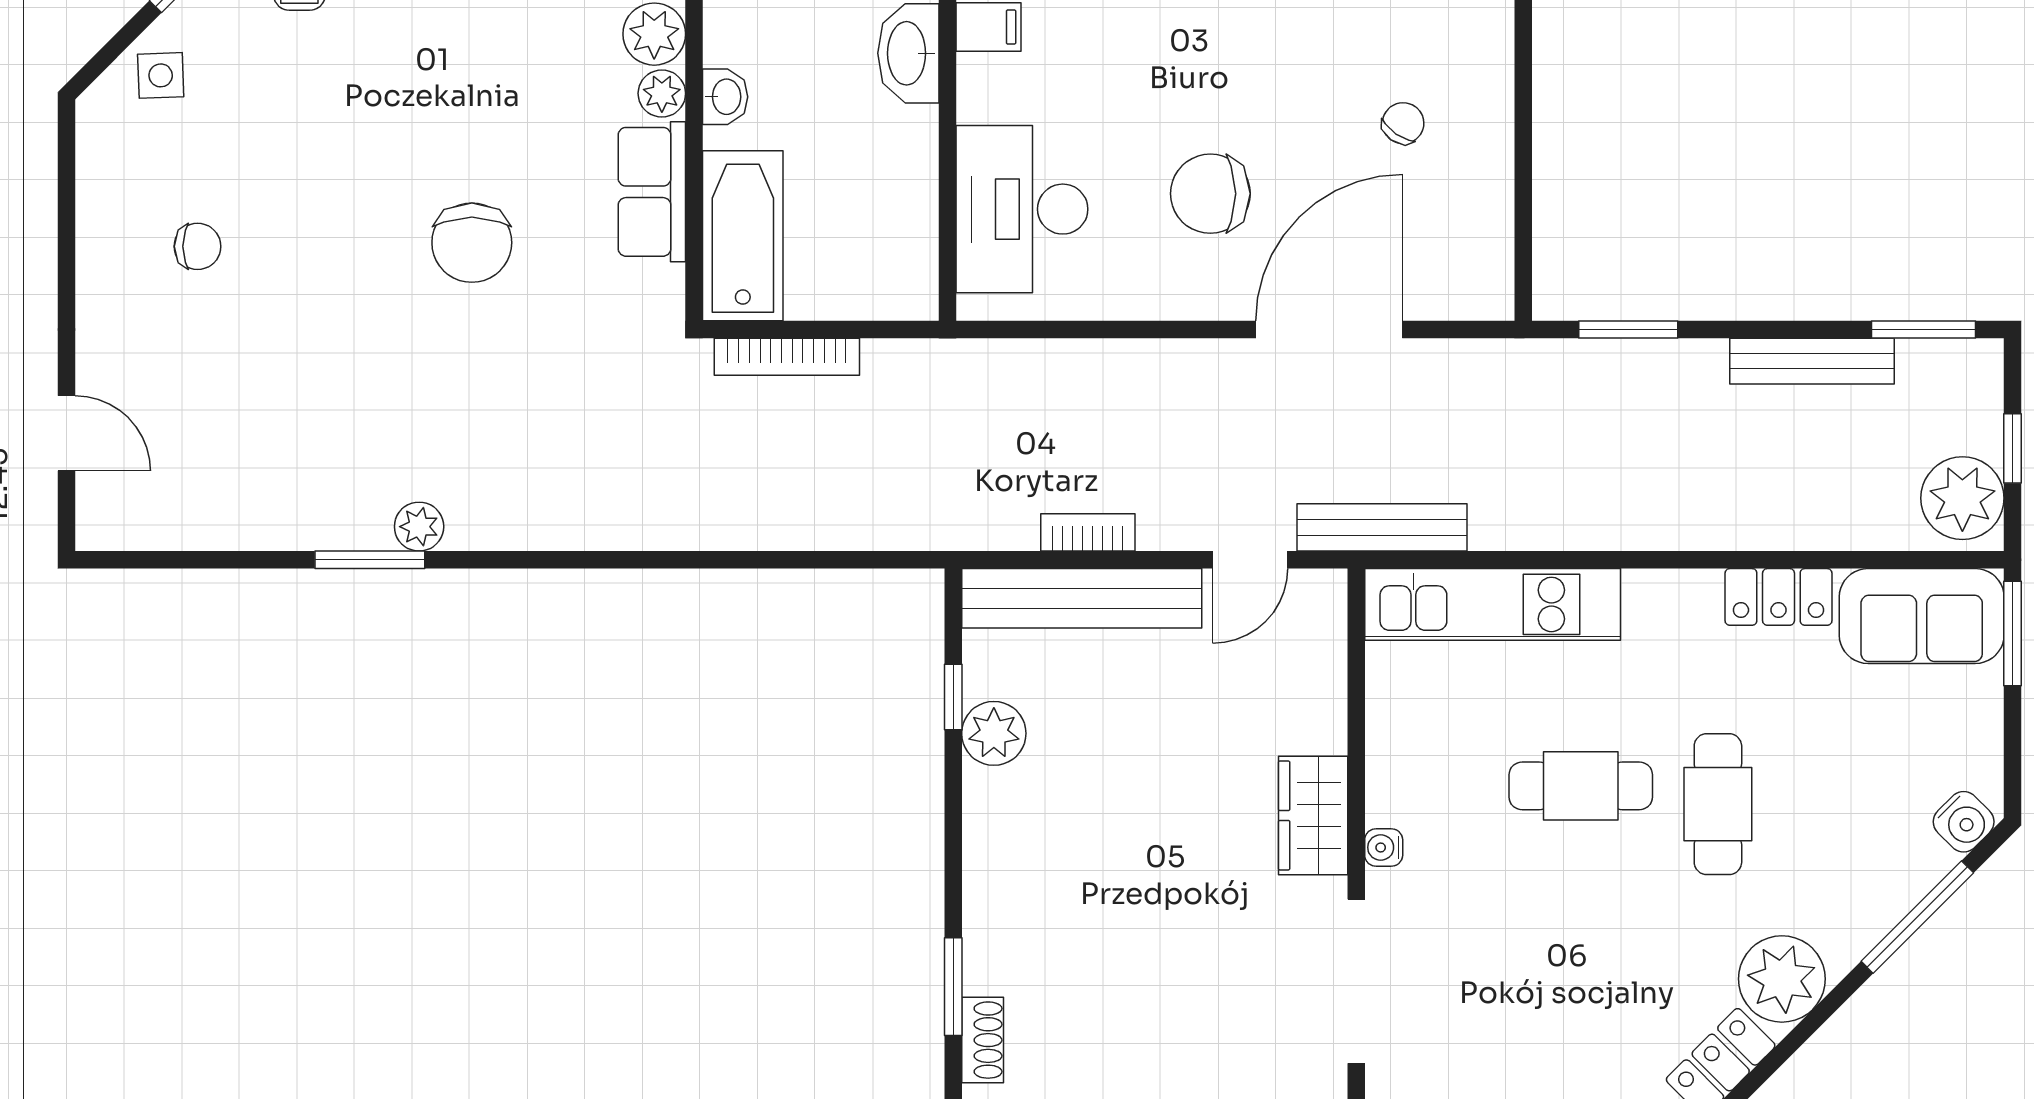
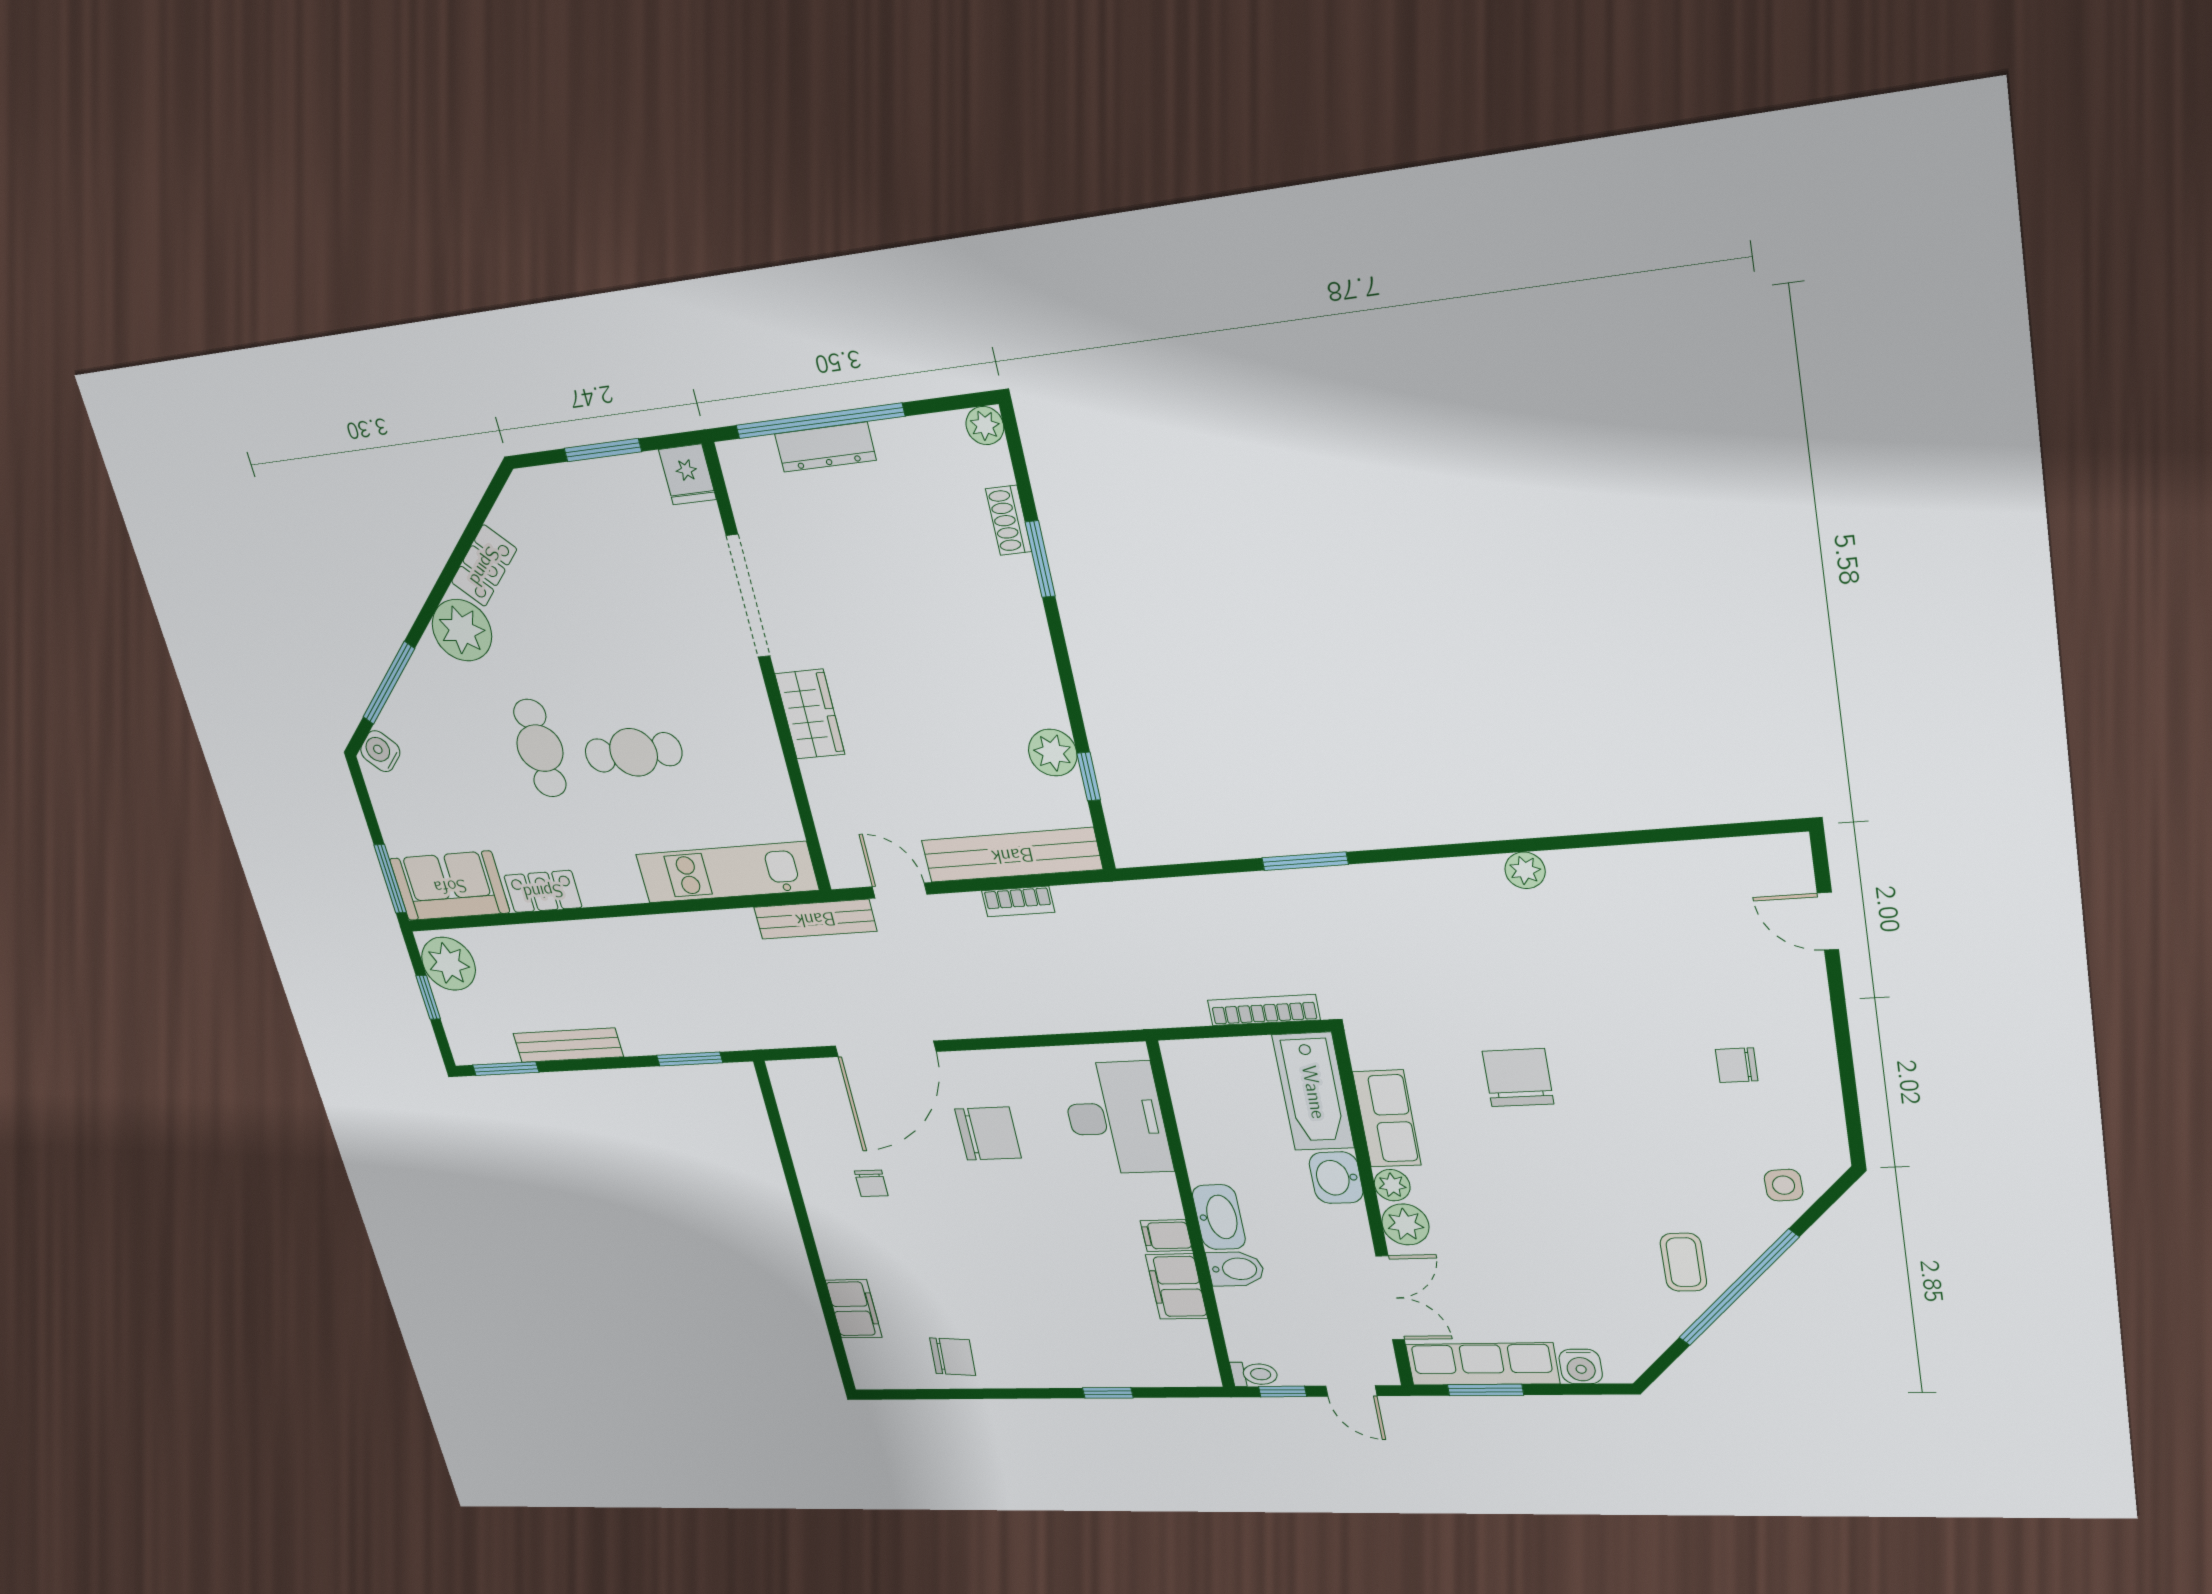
washbasin: (725, 97) -> (1336, 1178), width x1.38, depth x1.45
chair: (1403, 123) -> (871, 1183), turned -35
window: (370, 560) -> (1305, 861), moved
door: (1250, 560) -> (900, 891), hinge flipped
water cooler: (1384, 847) -> (755, 696), removed

